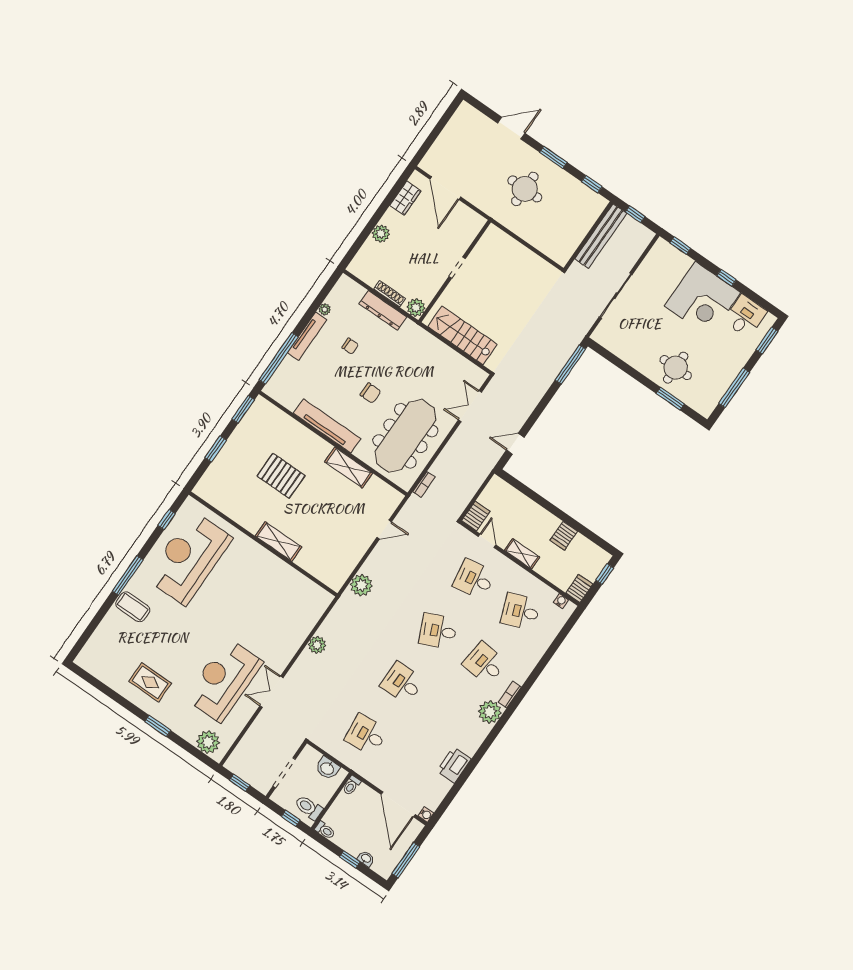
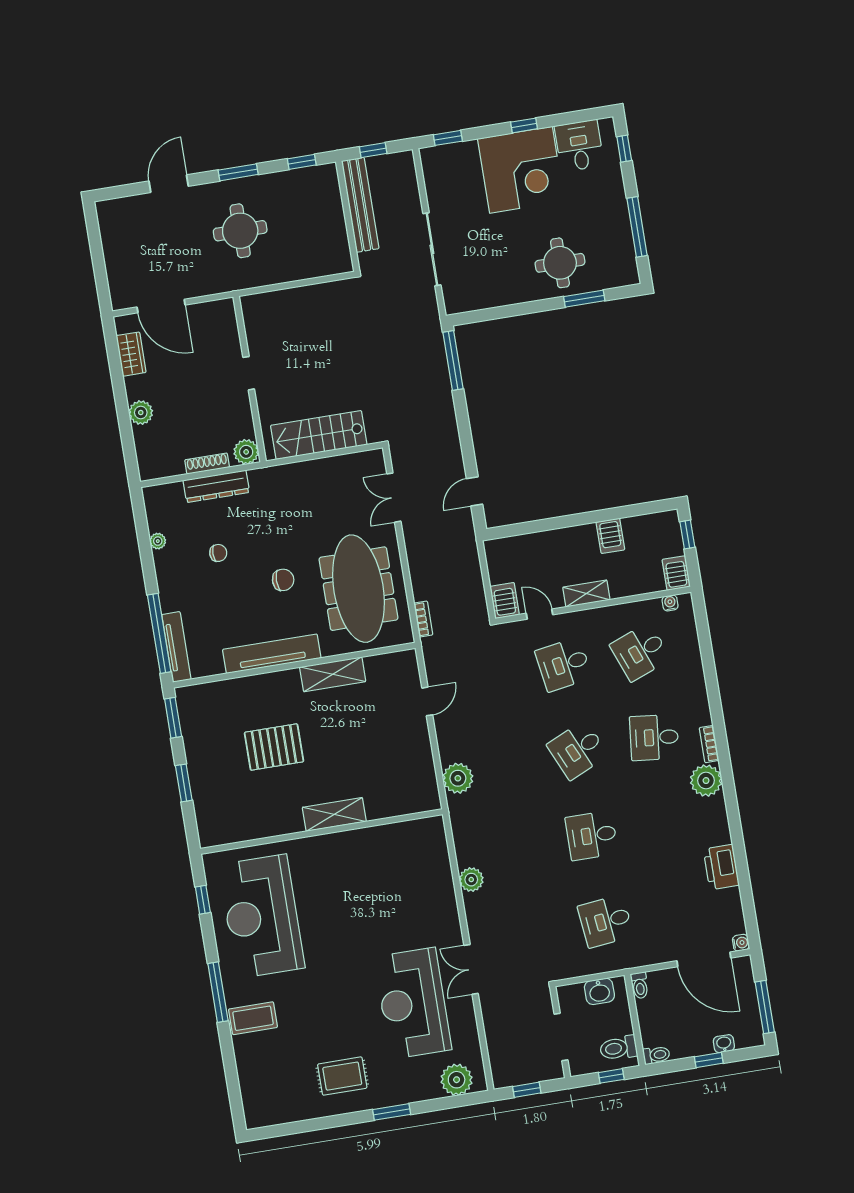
tv unit: (307, 336) -> (176, 647), moved
window: (767, 340) -> (624, 149), width x0.67

